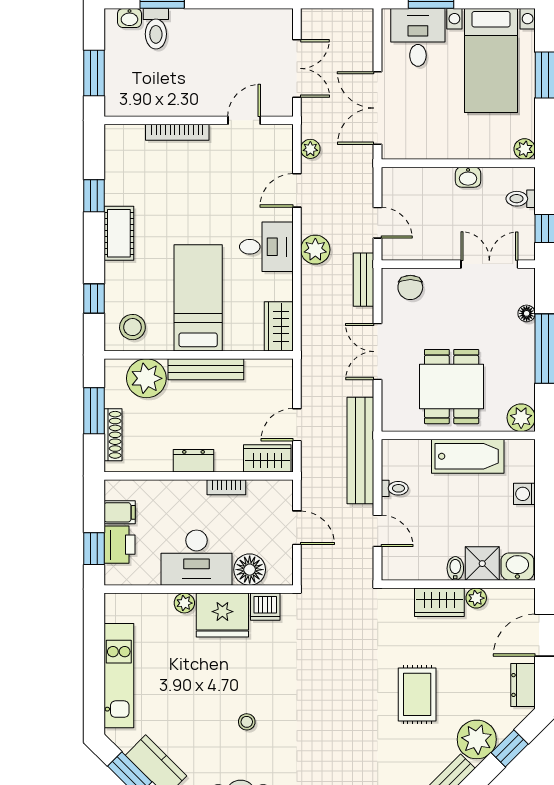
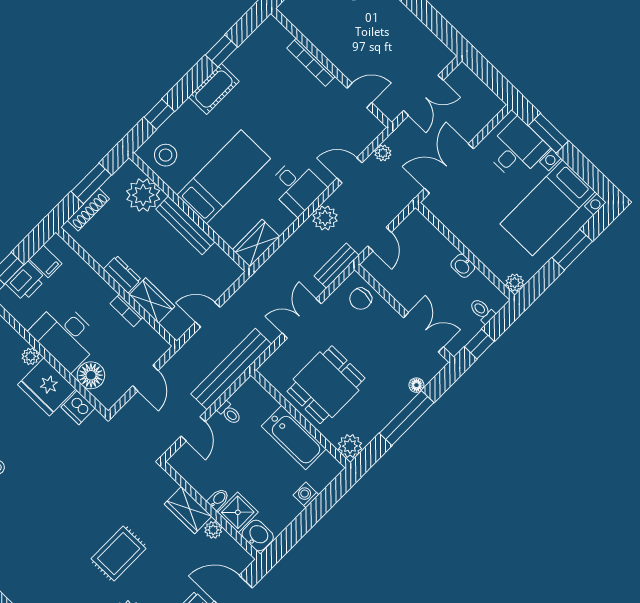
wardrobe: (267, 458) -> (152, 300), moved

